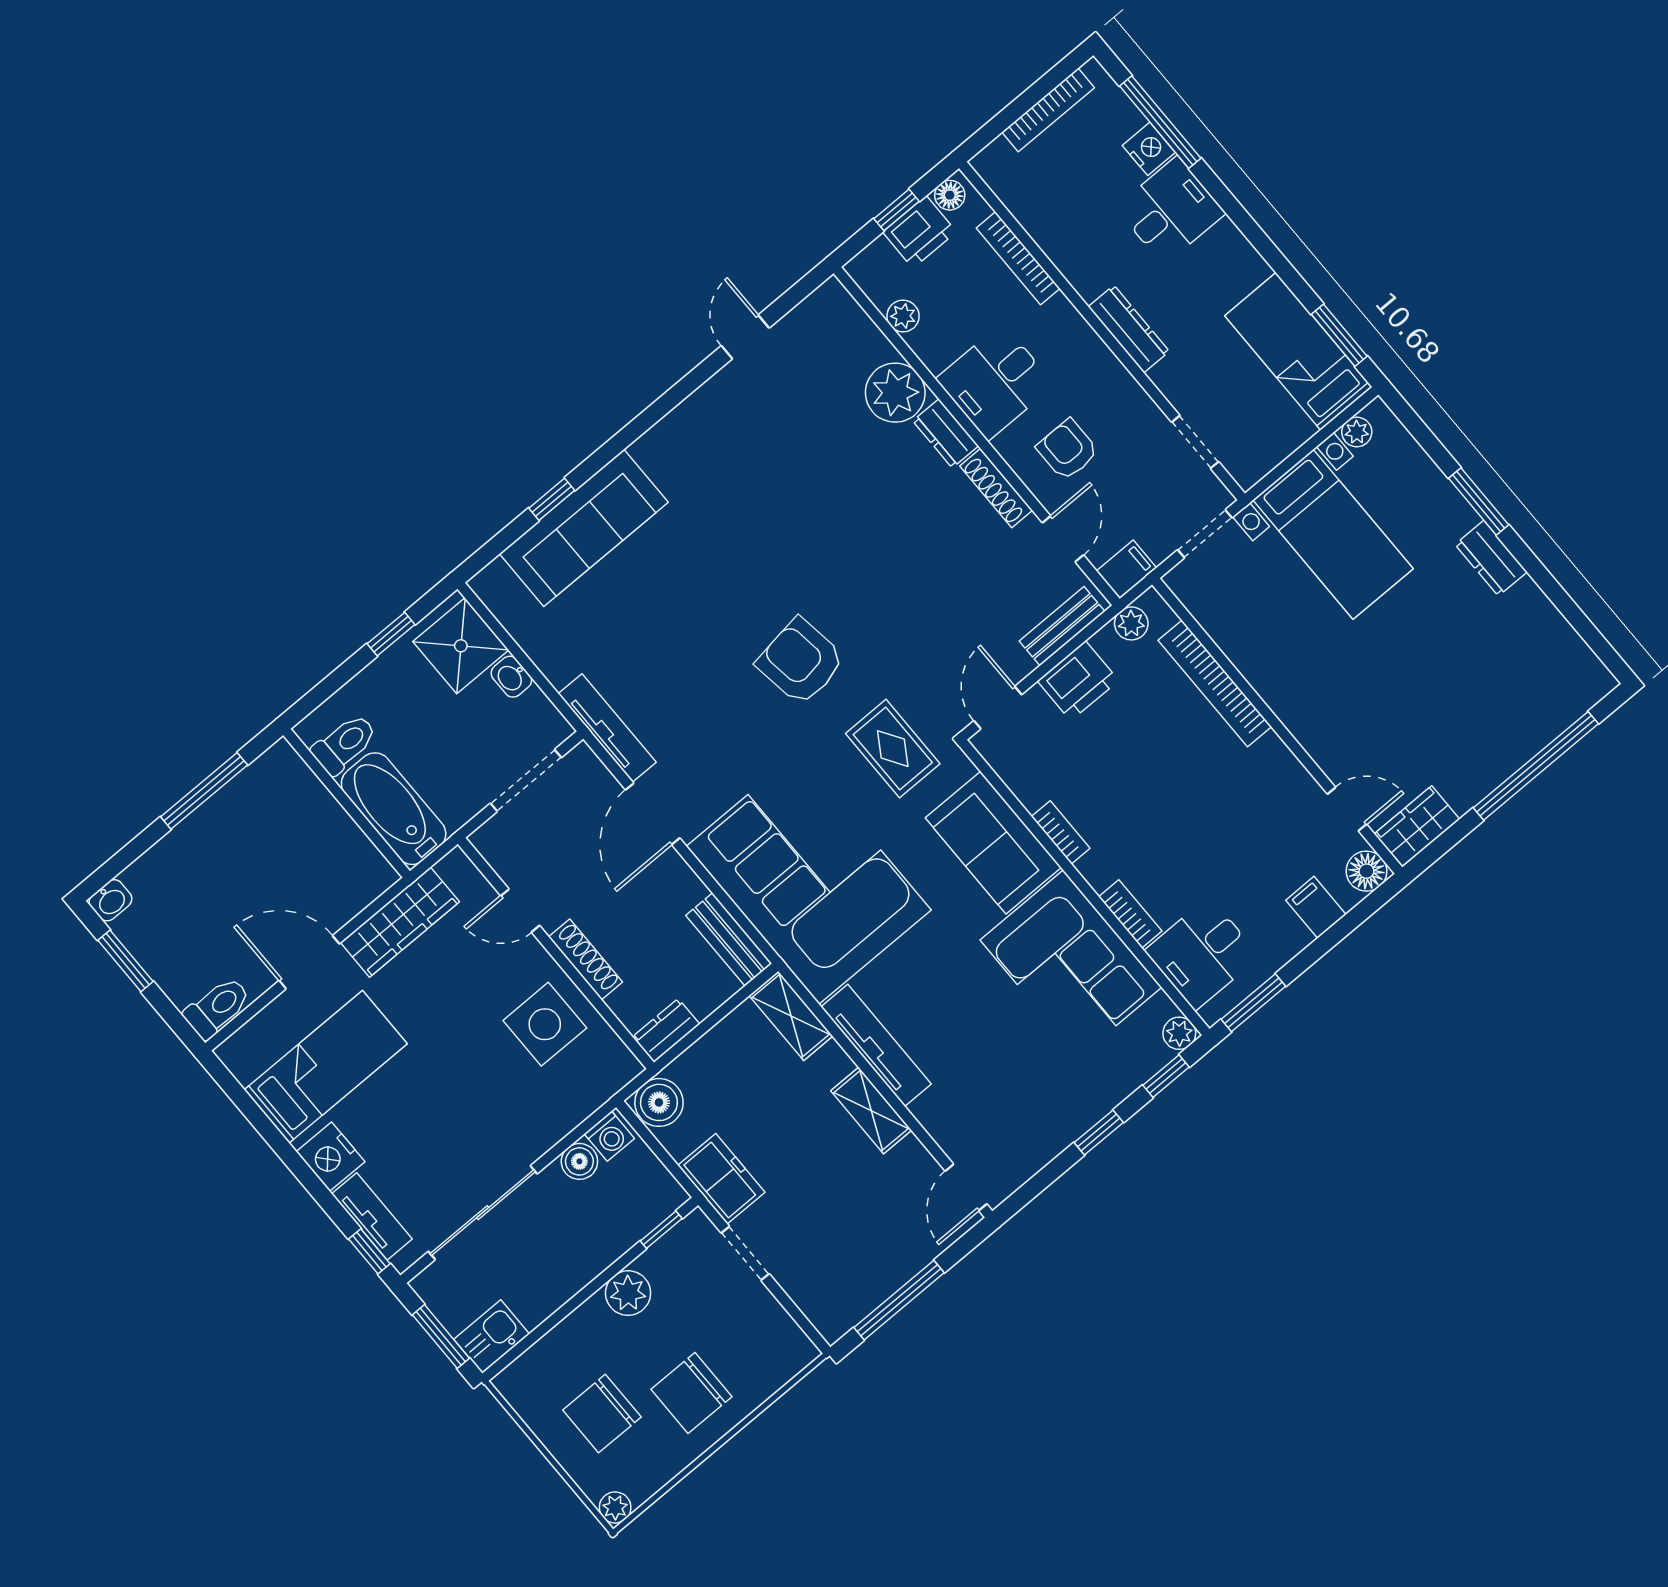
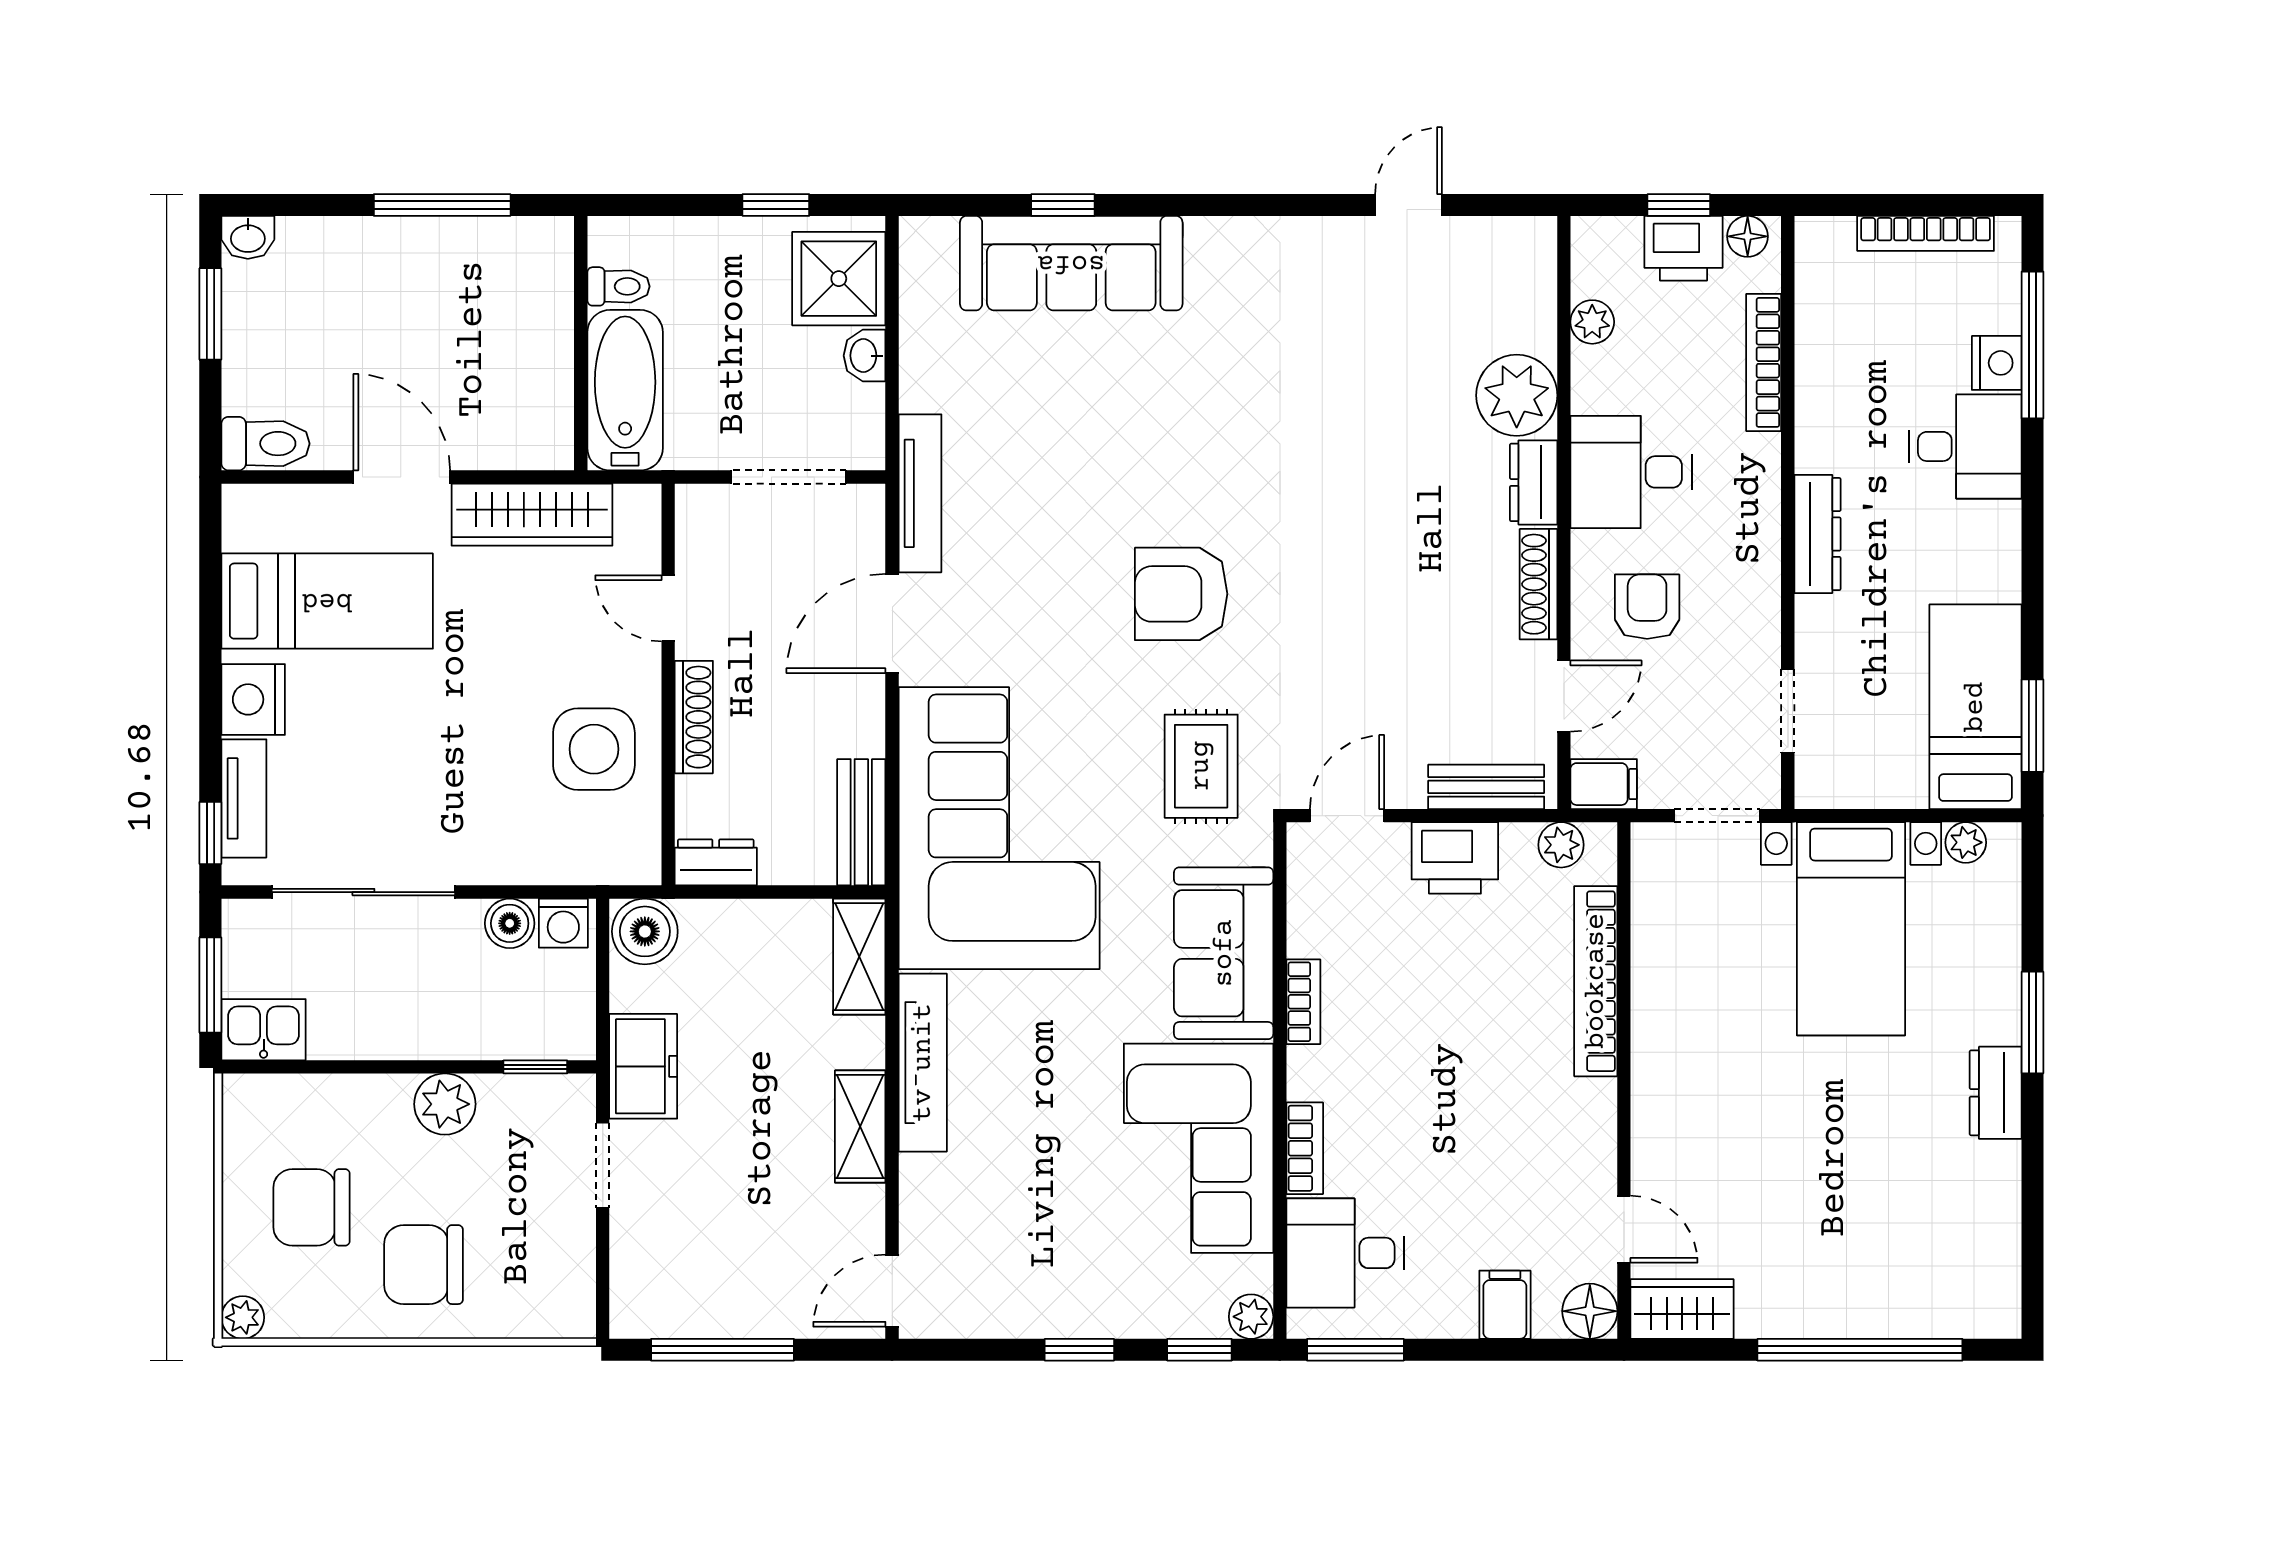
armchair: (801, 662) -> (1181, 594), turned -82
toilet: (345, 744) -> (618, 286), width x0.73, depth x0.72

